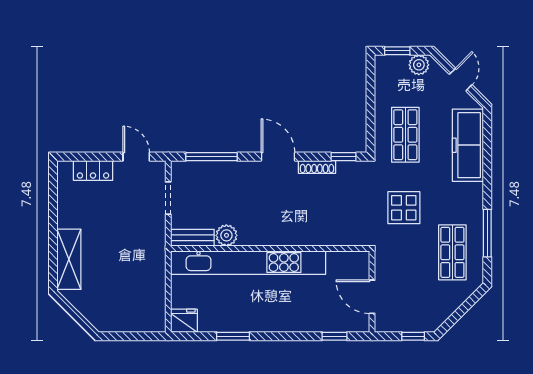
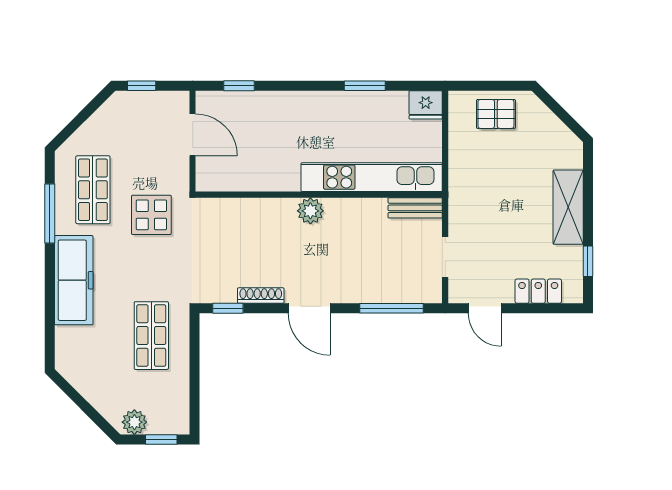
door: (461, 80) -> (83, 404), removed
freezer: (468, 145) -> (74, 280), moved
window: (53, 195) -> (588, 261), added
display table: (404, 208) -> (151, 215), moved
plant: (226, 235) -> (310, 211), moved
shelving: (69, 259) -> (568, 207), moved
kitchen unit: (248, 263) -> (372, 177), width x0.73
pallet: (127, 313) -> (496, 114), added

